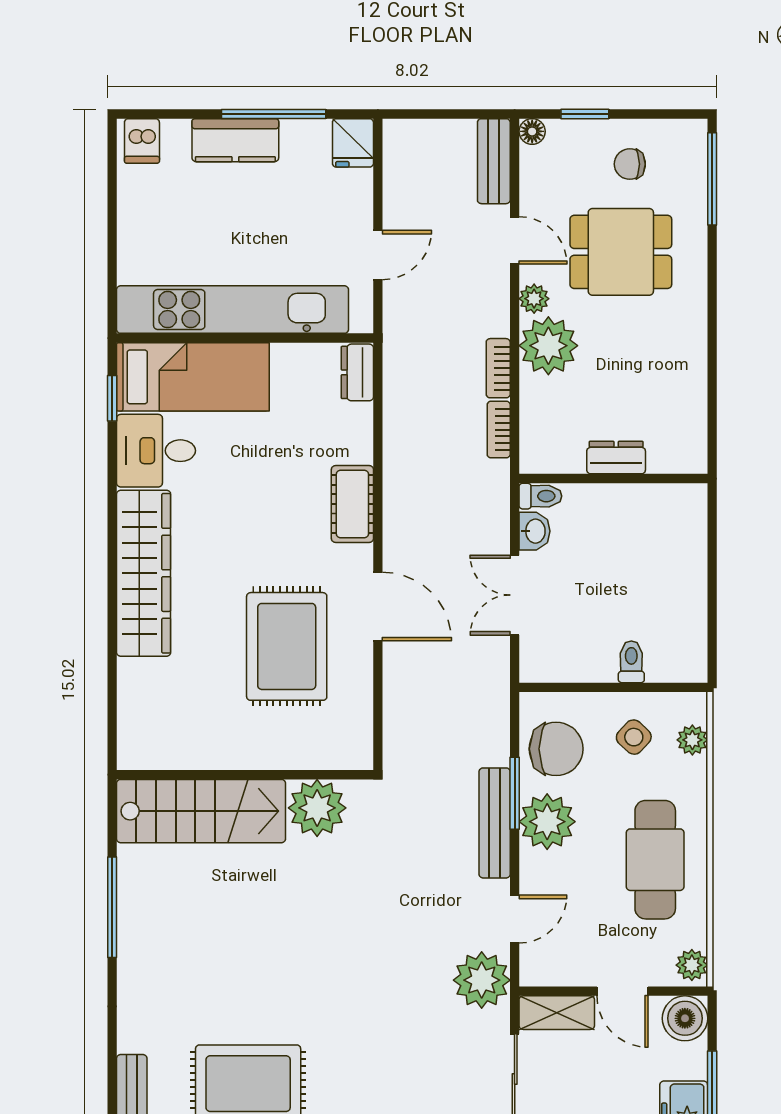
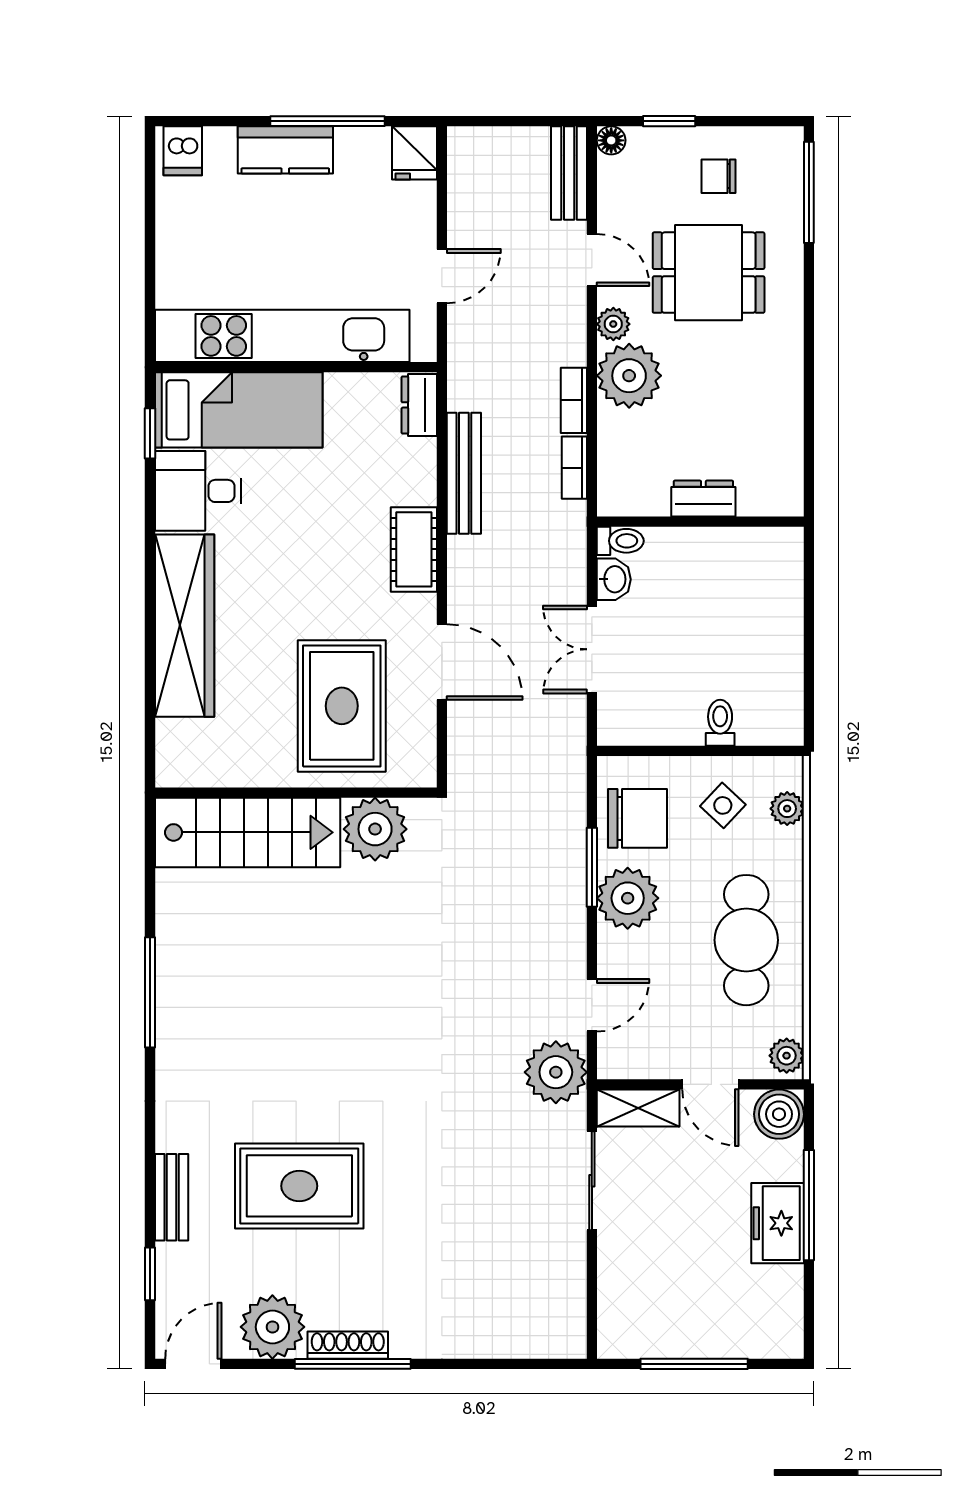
wall: (245, 775) -> (296, 793), moved
plant: (317, 808) -> (375, 829), moved
stairs: (201, 811) -> (248, 832), moved
bench: (495, 823) -> (464, 473), moved

